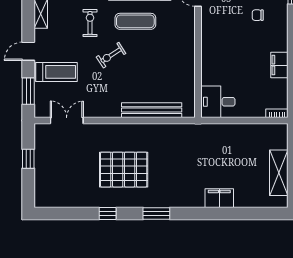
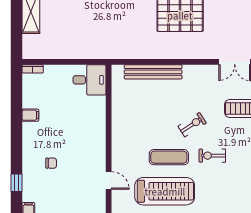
exercise bike: (90, 23) -> (212, 156), turned 90
filing cabinet: (279, 65) -> (30, 115), width x0.50

